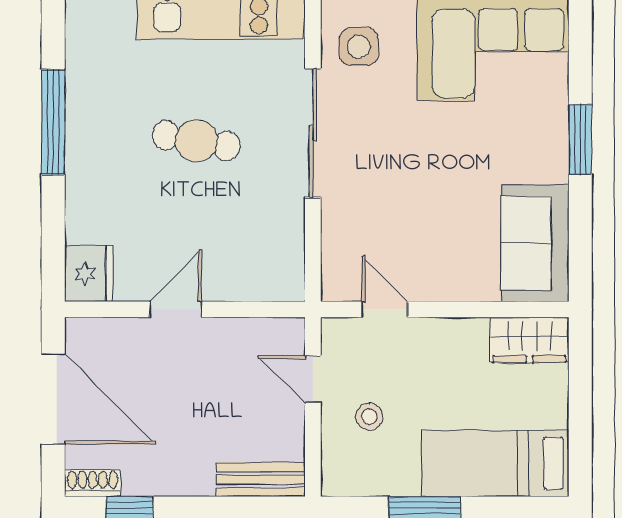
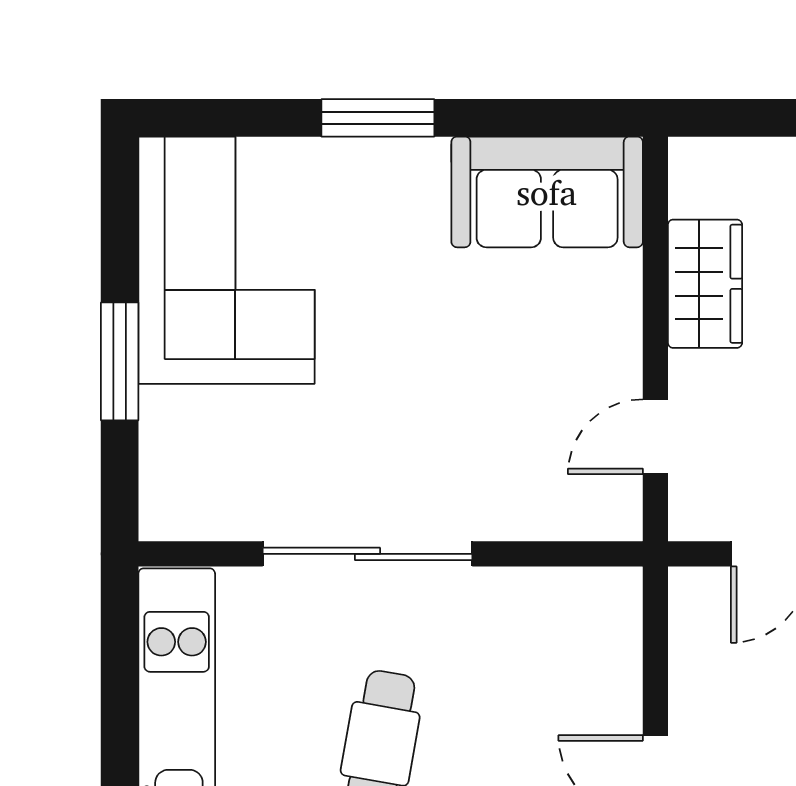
side table: (359, 47) -> (227, 479), removed
wardrobe: (529, 340) -> (705, 284), moved

